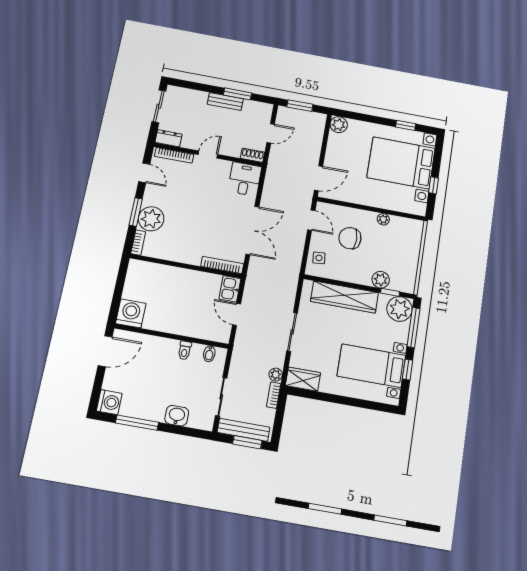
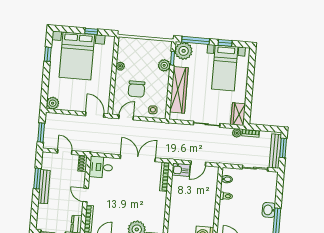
bench: (225, 102) -> (44, 187), width x1.36
washbasin: (177, 416) -> (269, 210), moved

